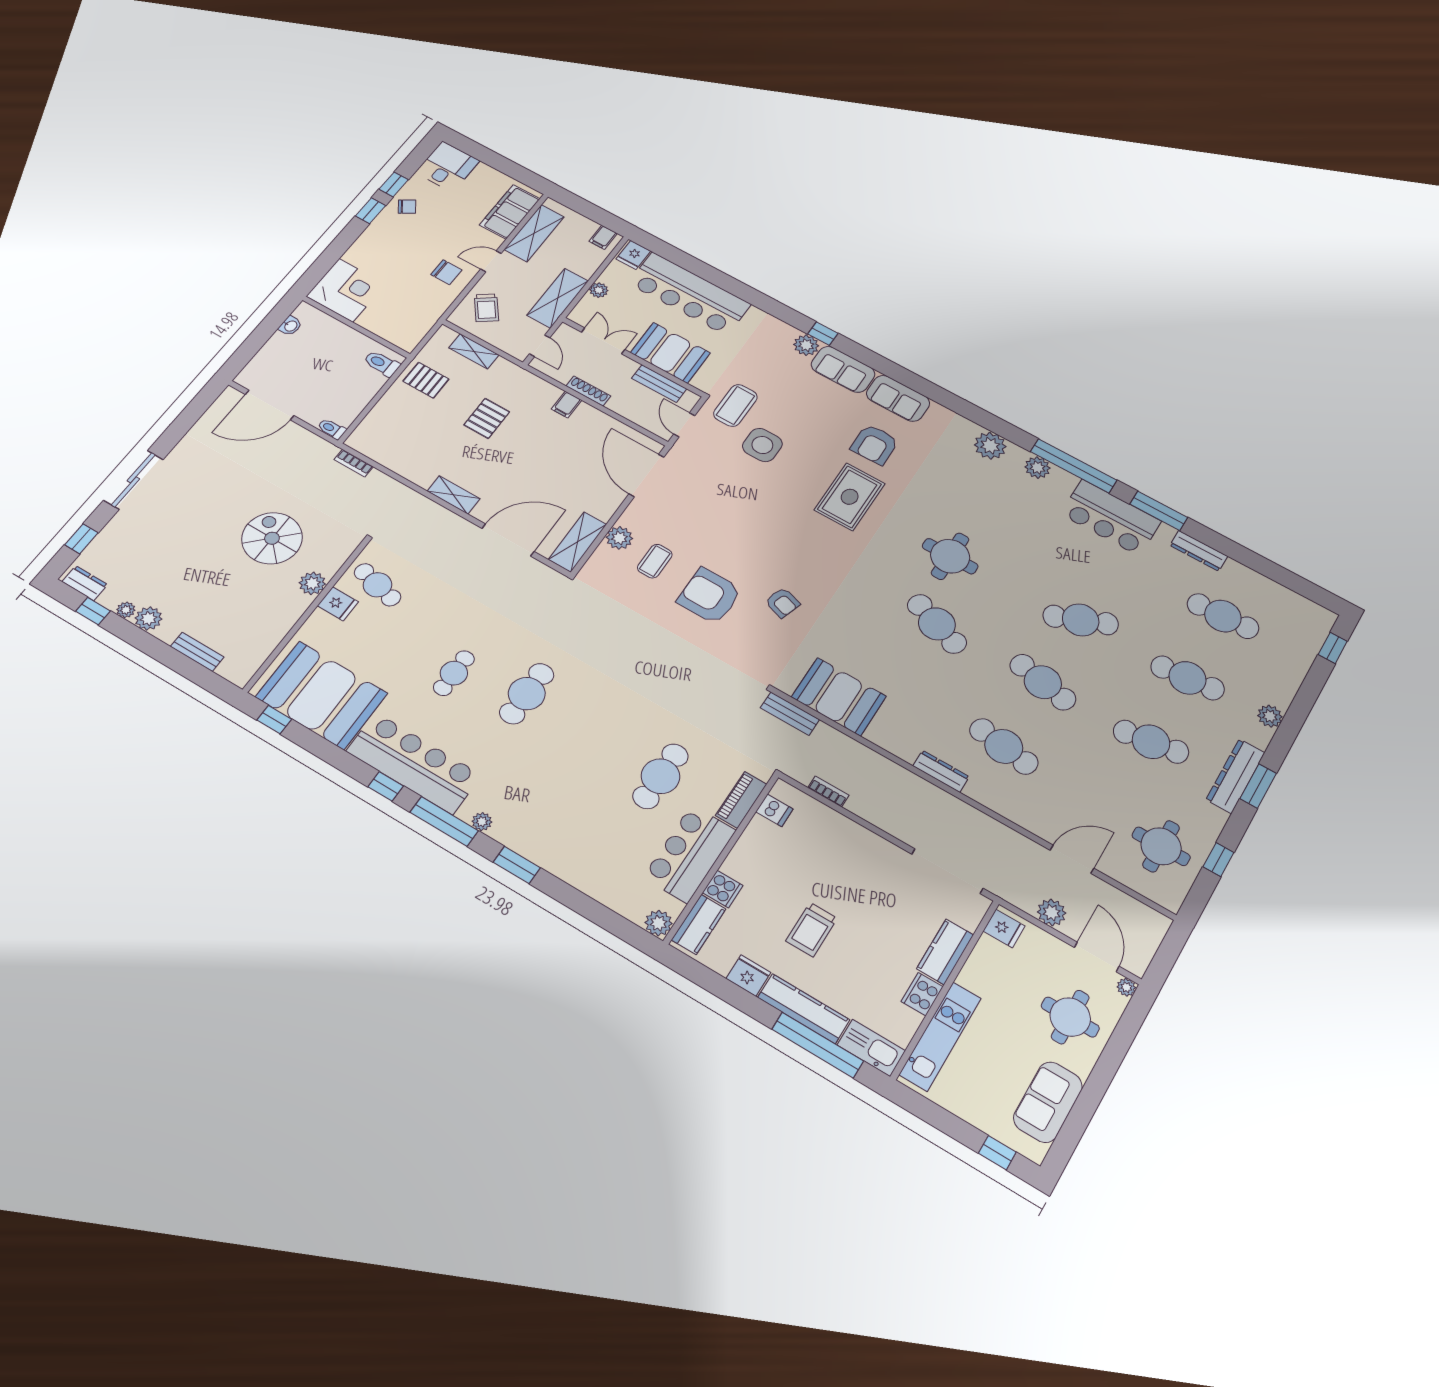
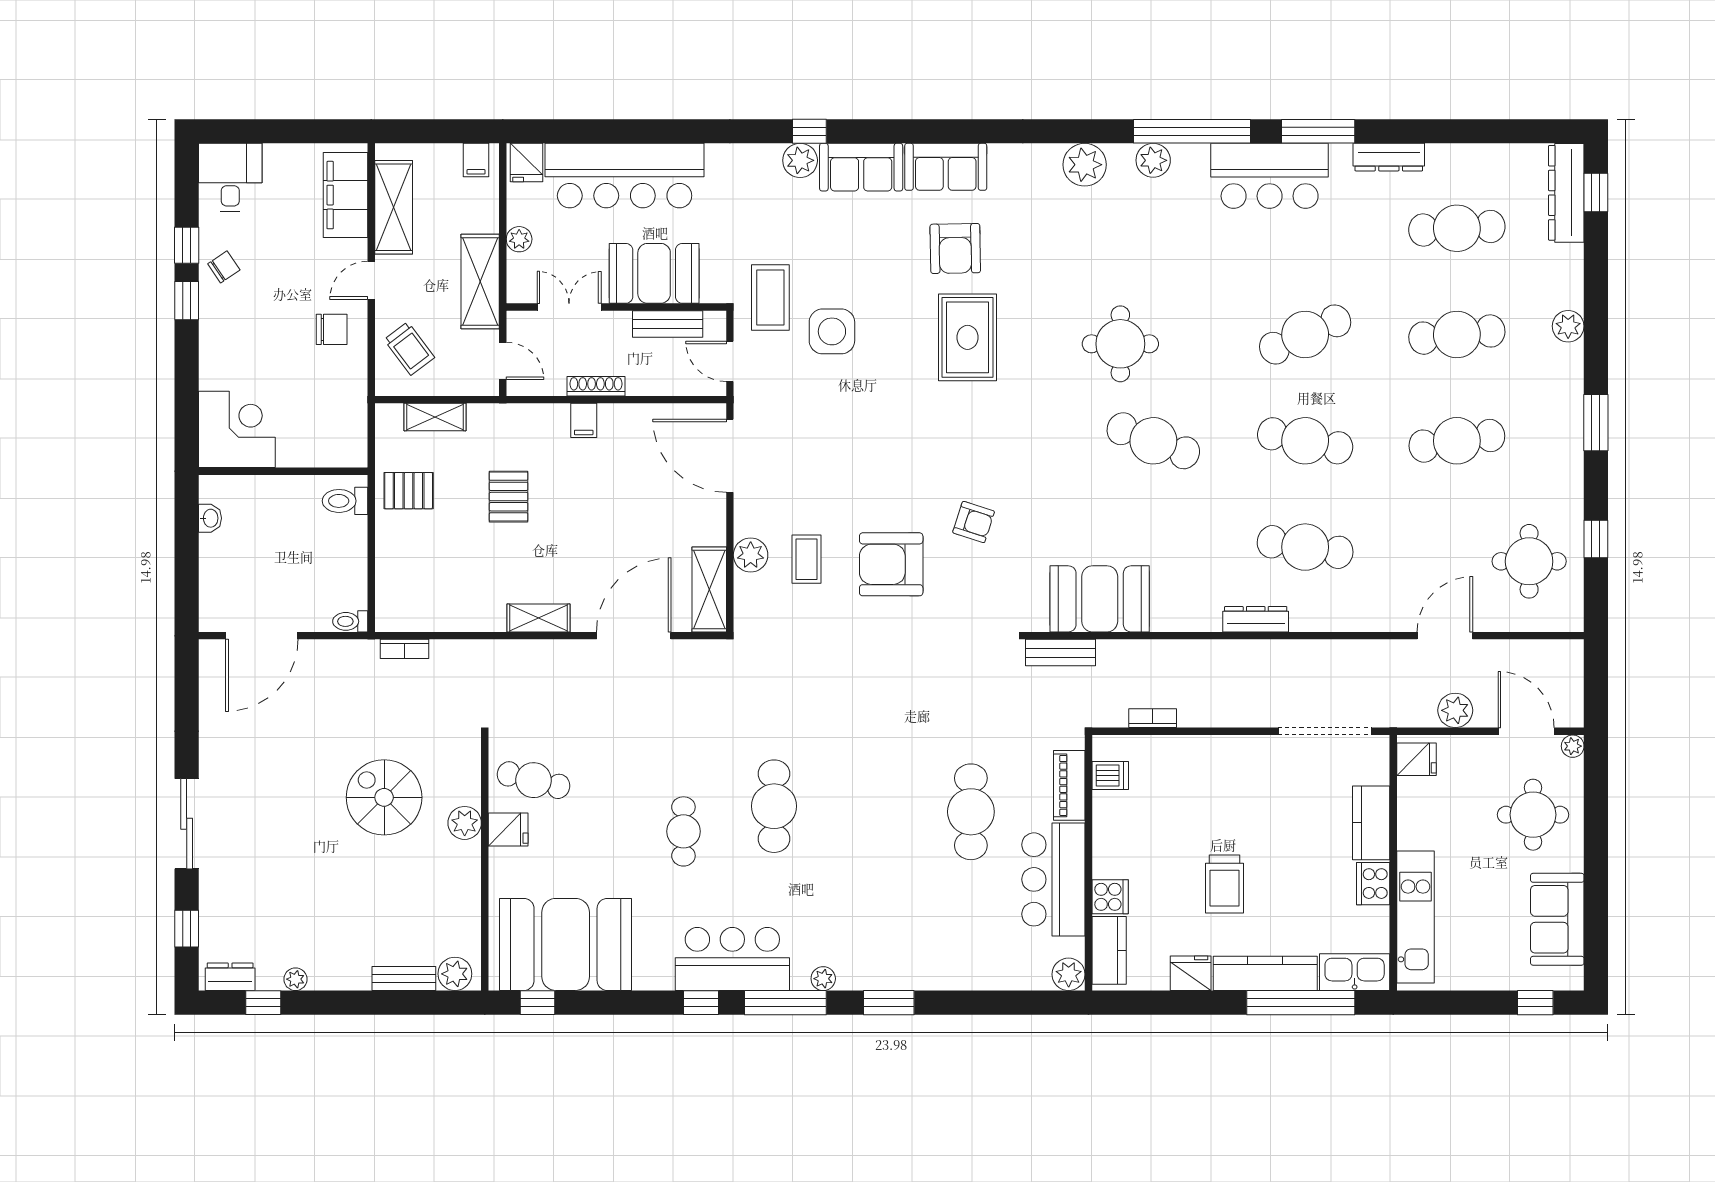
plant: (148, 619) -> (455, 974), moved
bar counter: (414, 763) -> (732, 959), width x0.73
dresser: (1235, 776) -> (1566, 193), moved

